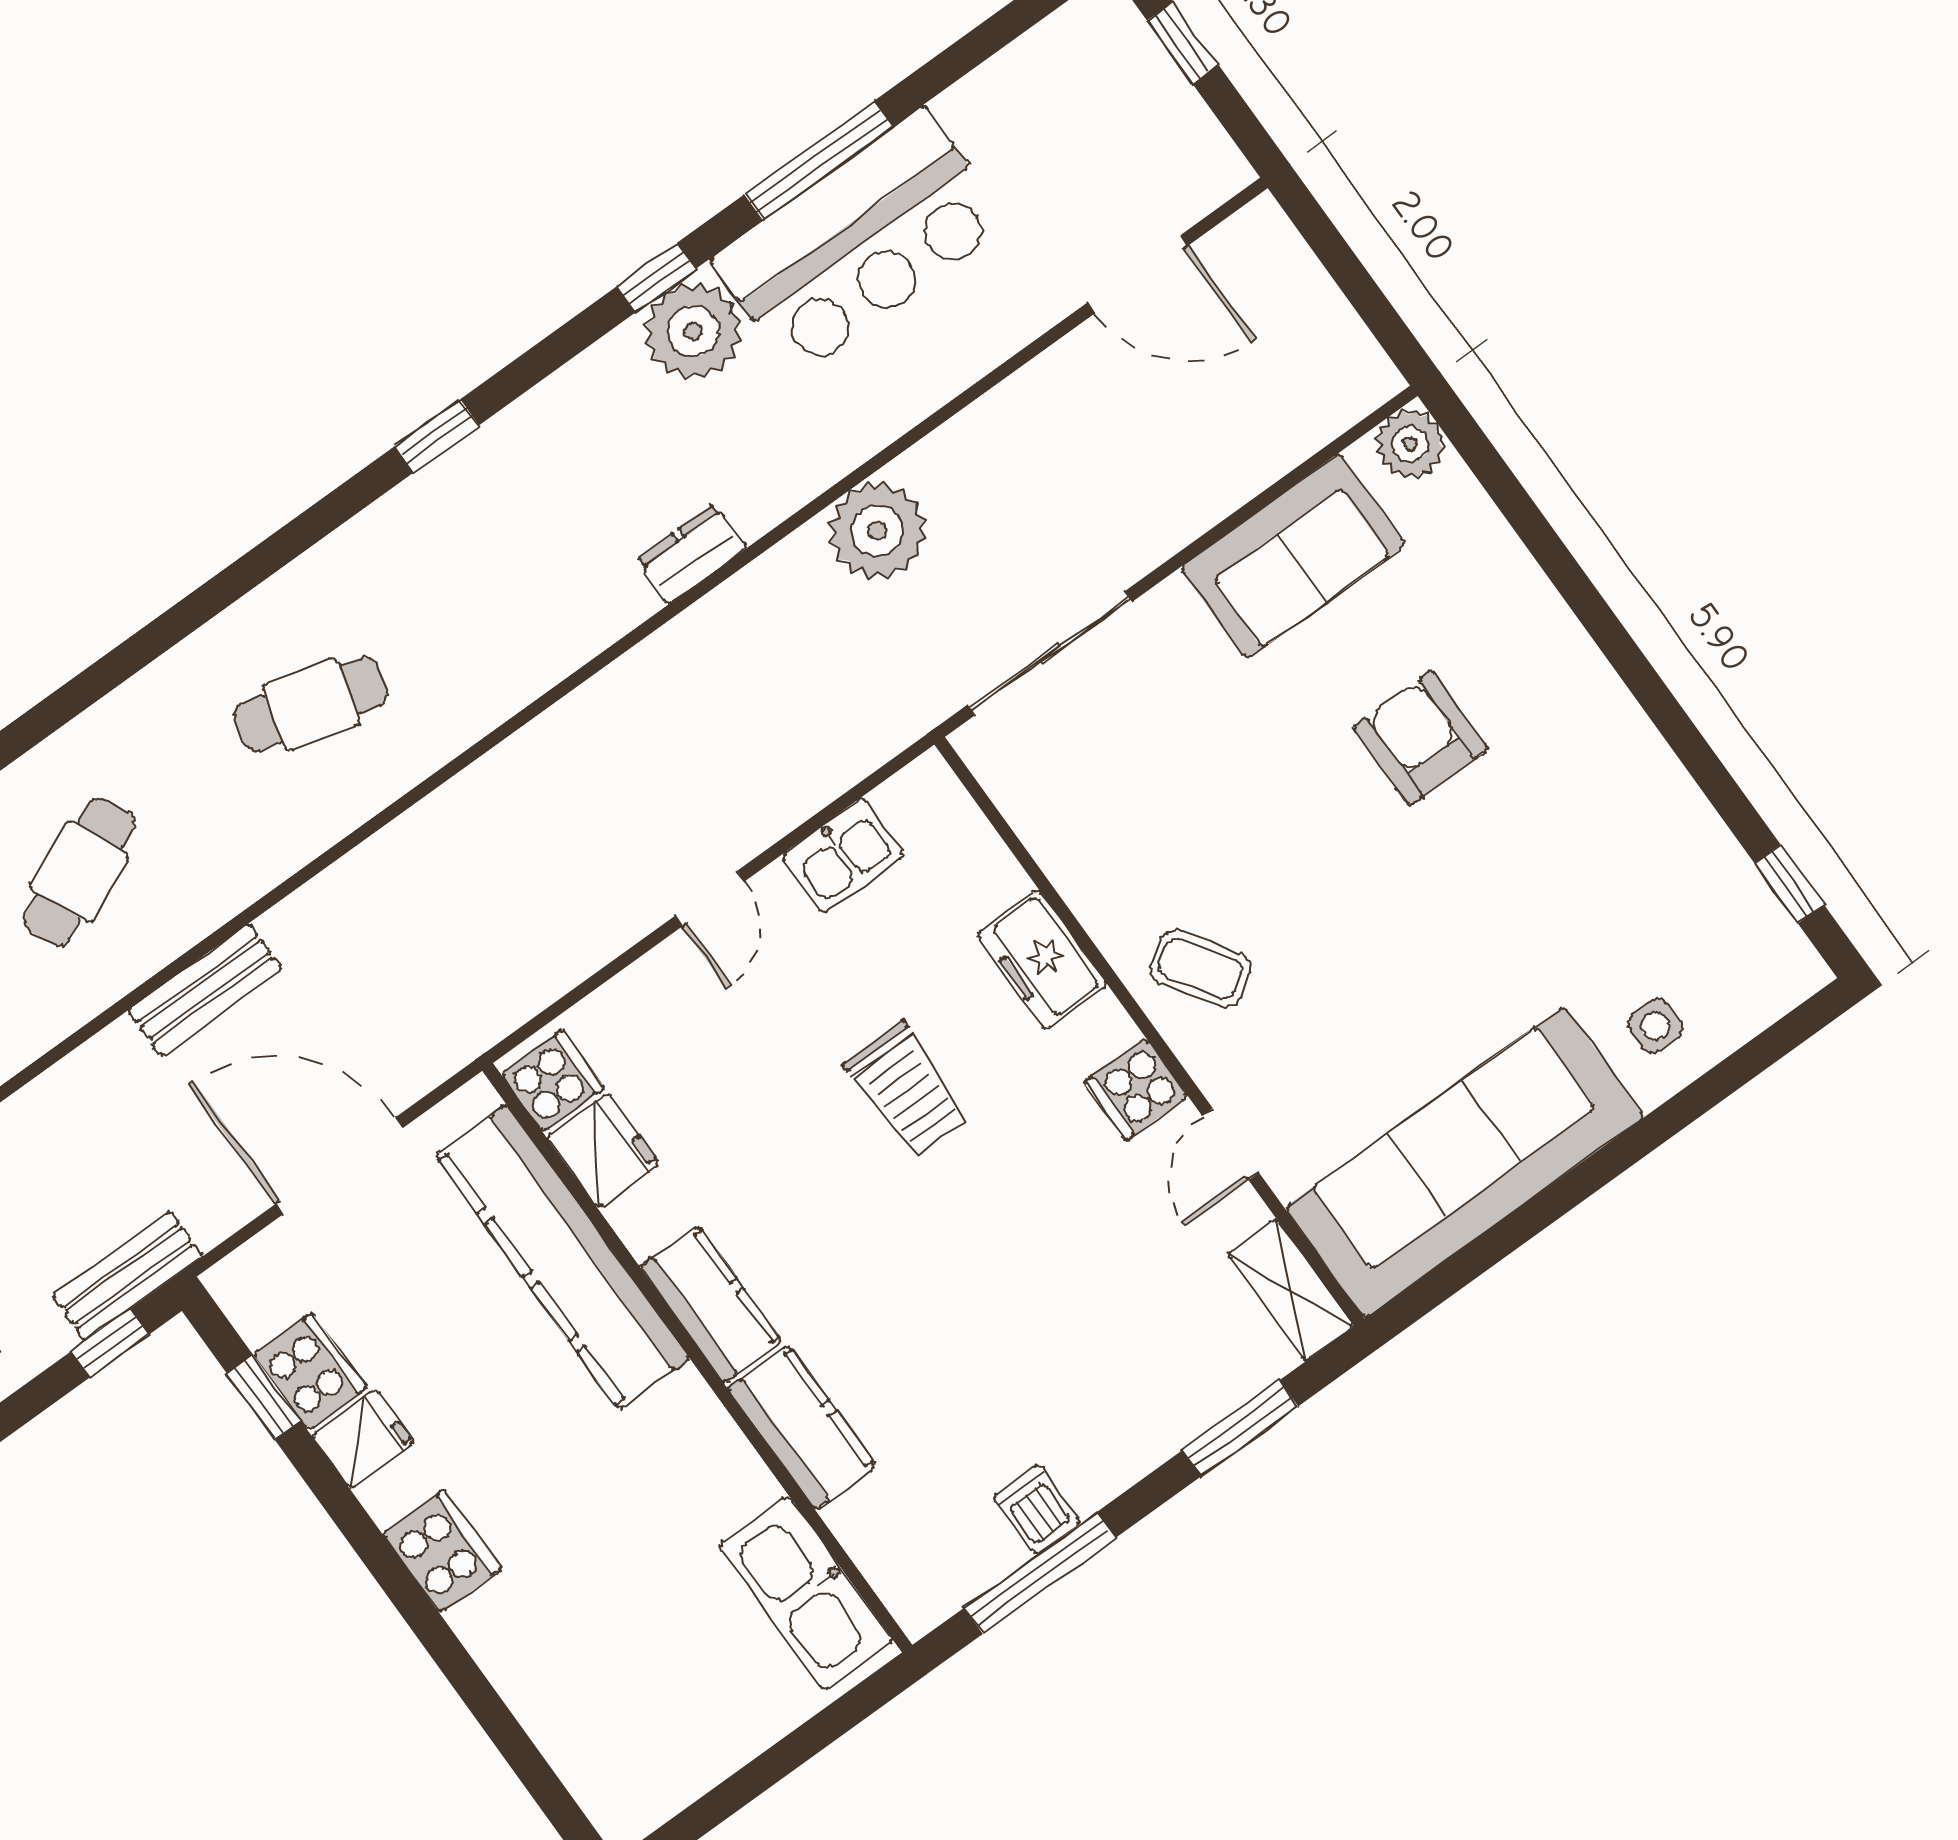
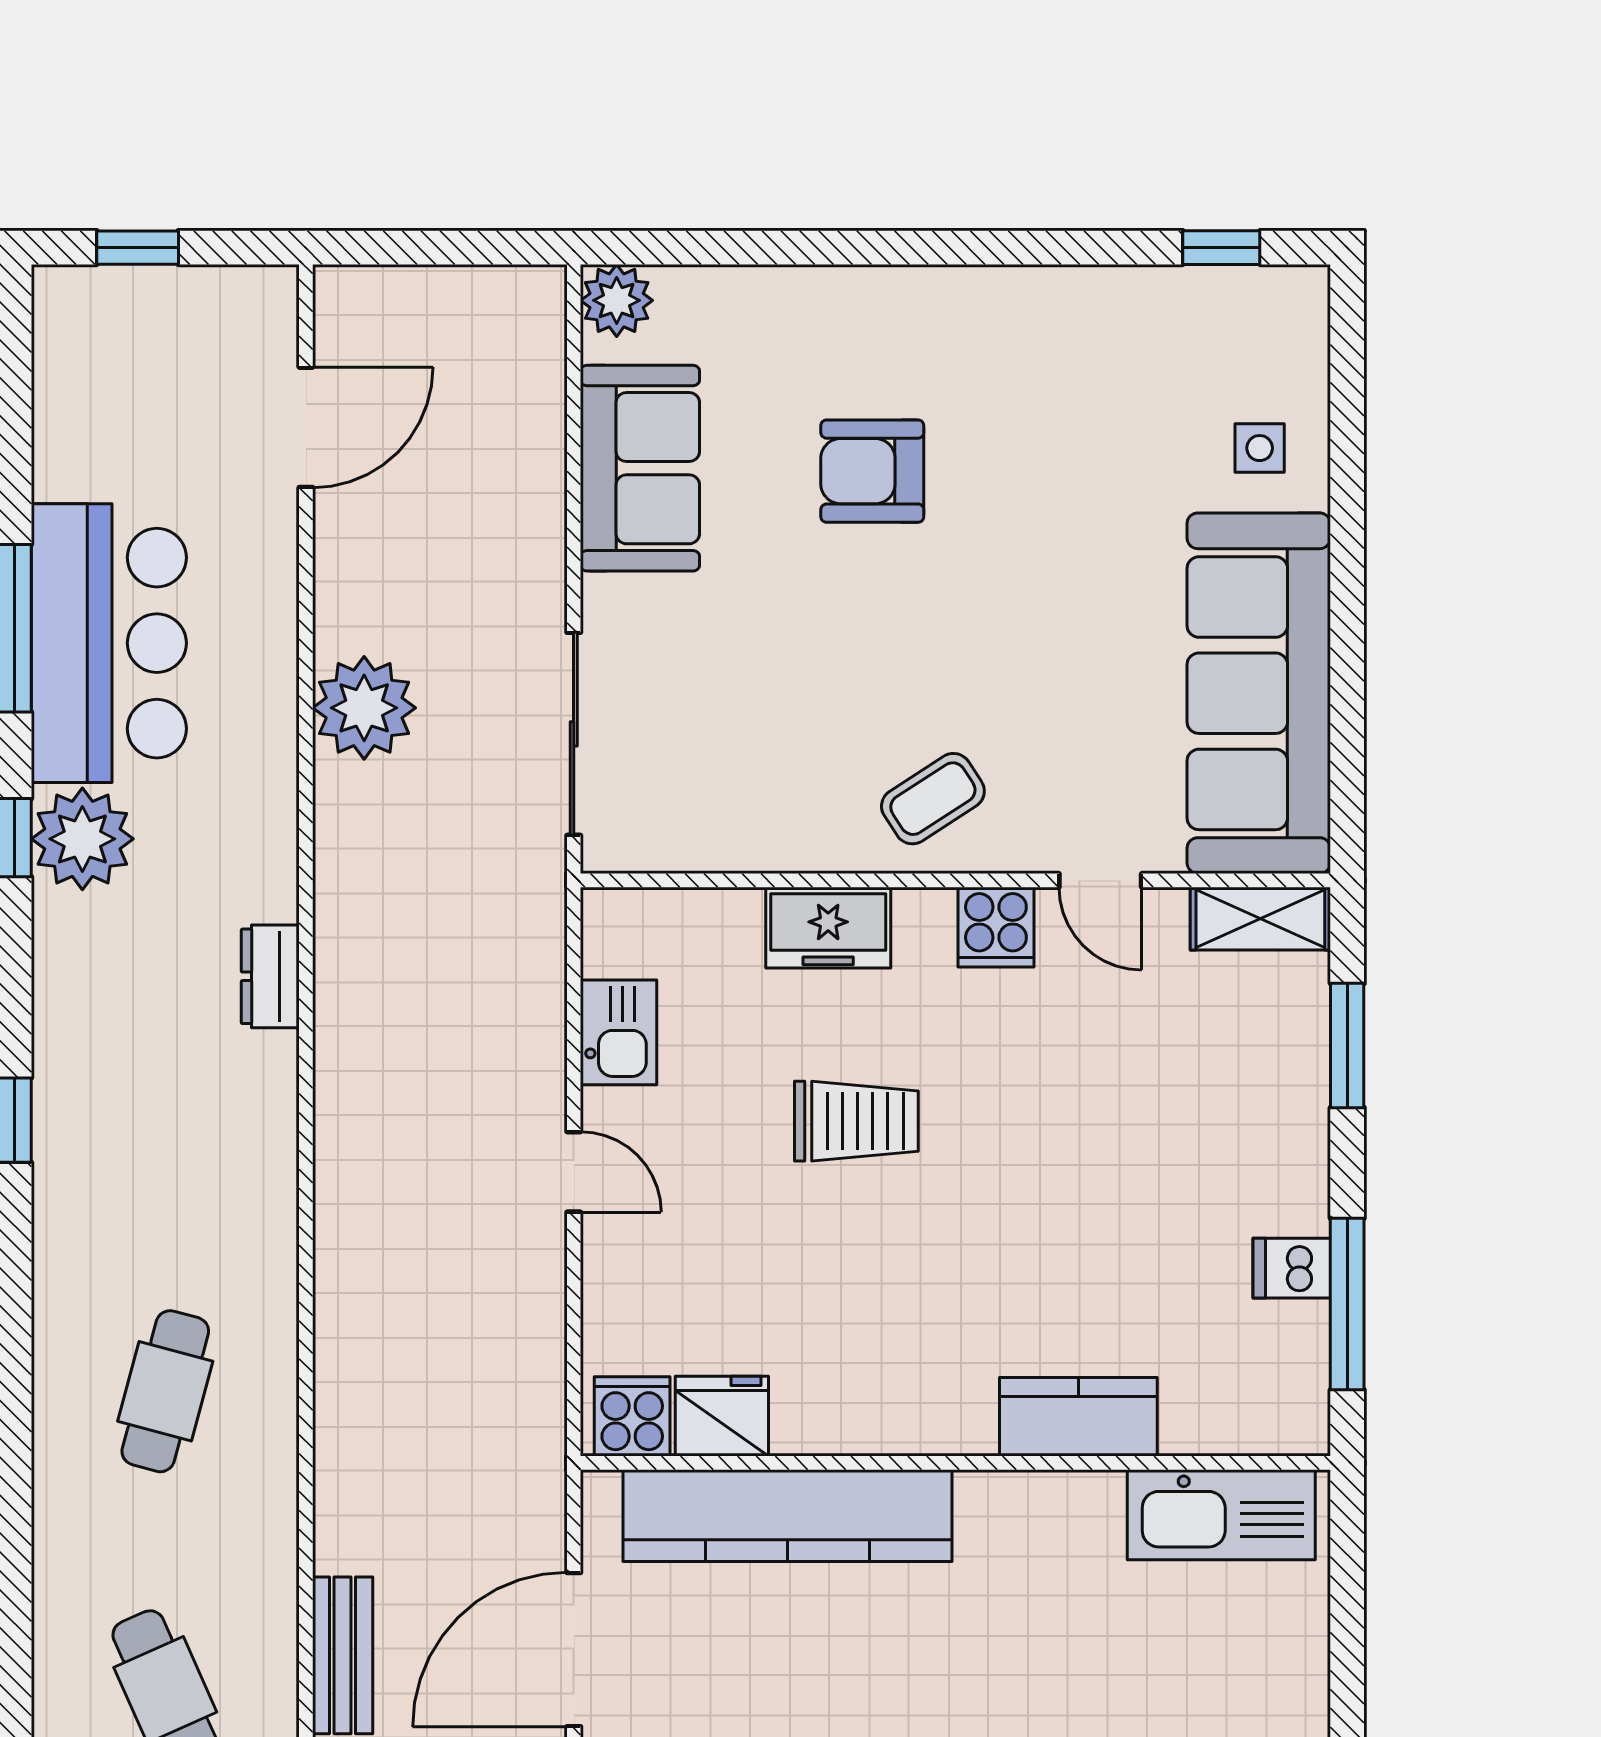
plant: (877, 530) -> (364, 708), moved
kitchen counter: (711, 1304) -> (919, 1418), removed

